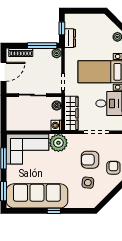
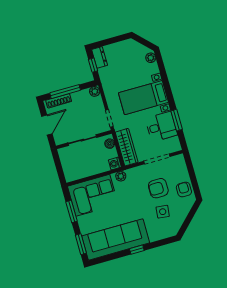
dresser: (70, 38) -> (100, 57), moved
window: (42, 46) -> (65, 92), moved
plant: (58, 143) -> (121, 176), width x0.53, depth x0.53

